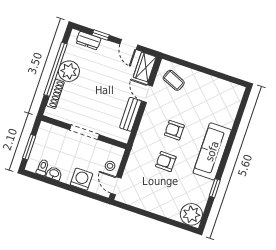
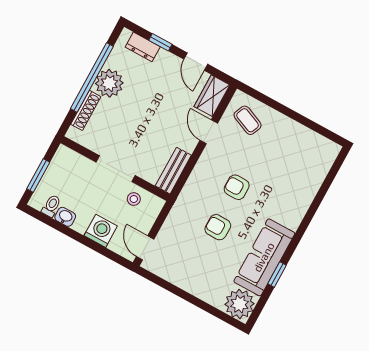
bench: (130, 114) -> (173, 171), moved
sofa: (212, 151) -> (264, 257), moved
stool: (110, 166) -> (134, 199), moved

